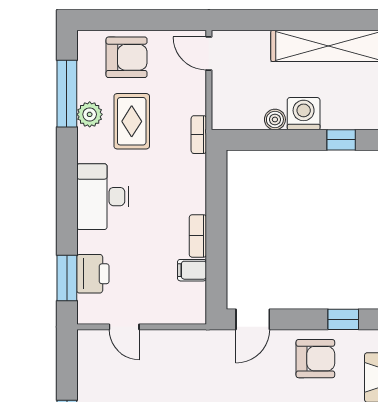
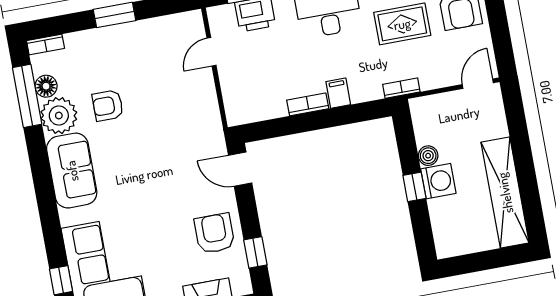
window: (341, 140) -> (414, 187), moved
filing cabinet: (192, 270) -> (338, 93), moved
armchair: (315, 359) -> (215, 233), turned 180

